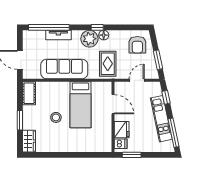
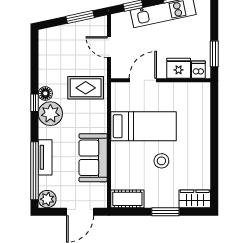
plant: (29, 36) -> (47, 199), added
armchair: (137, 45) -> (59, 46), removed
sofa: (64, 69) -> (93, 158), width x0.73

